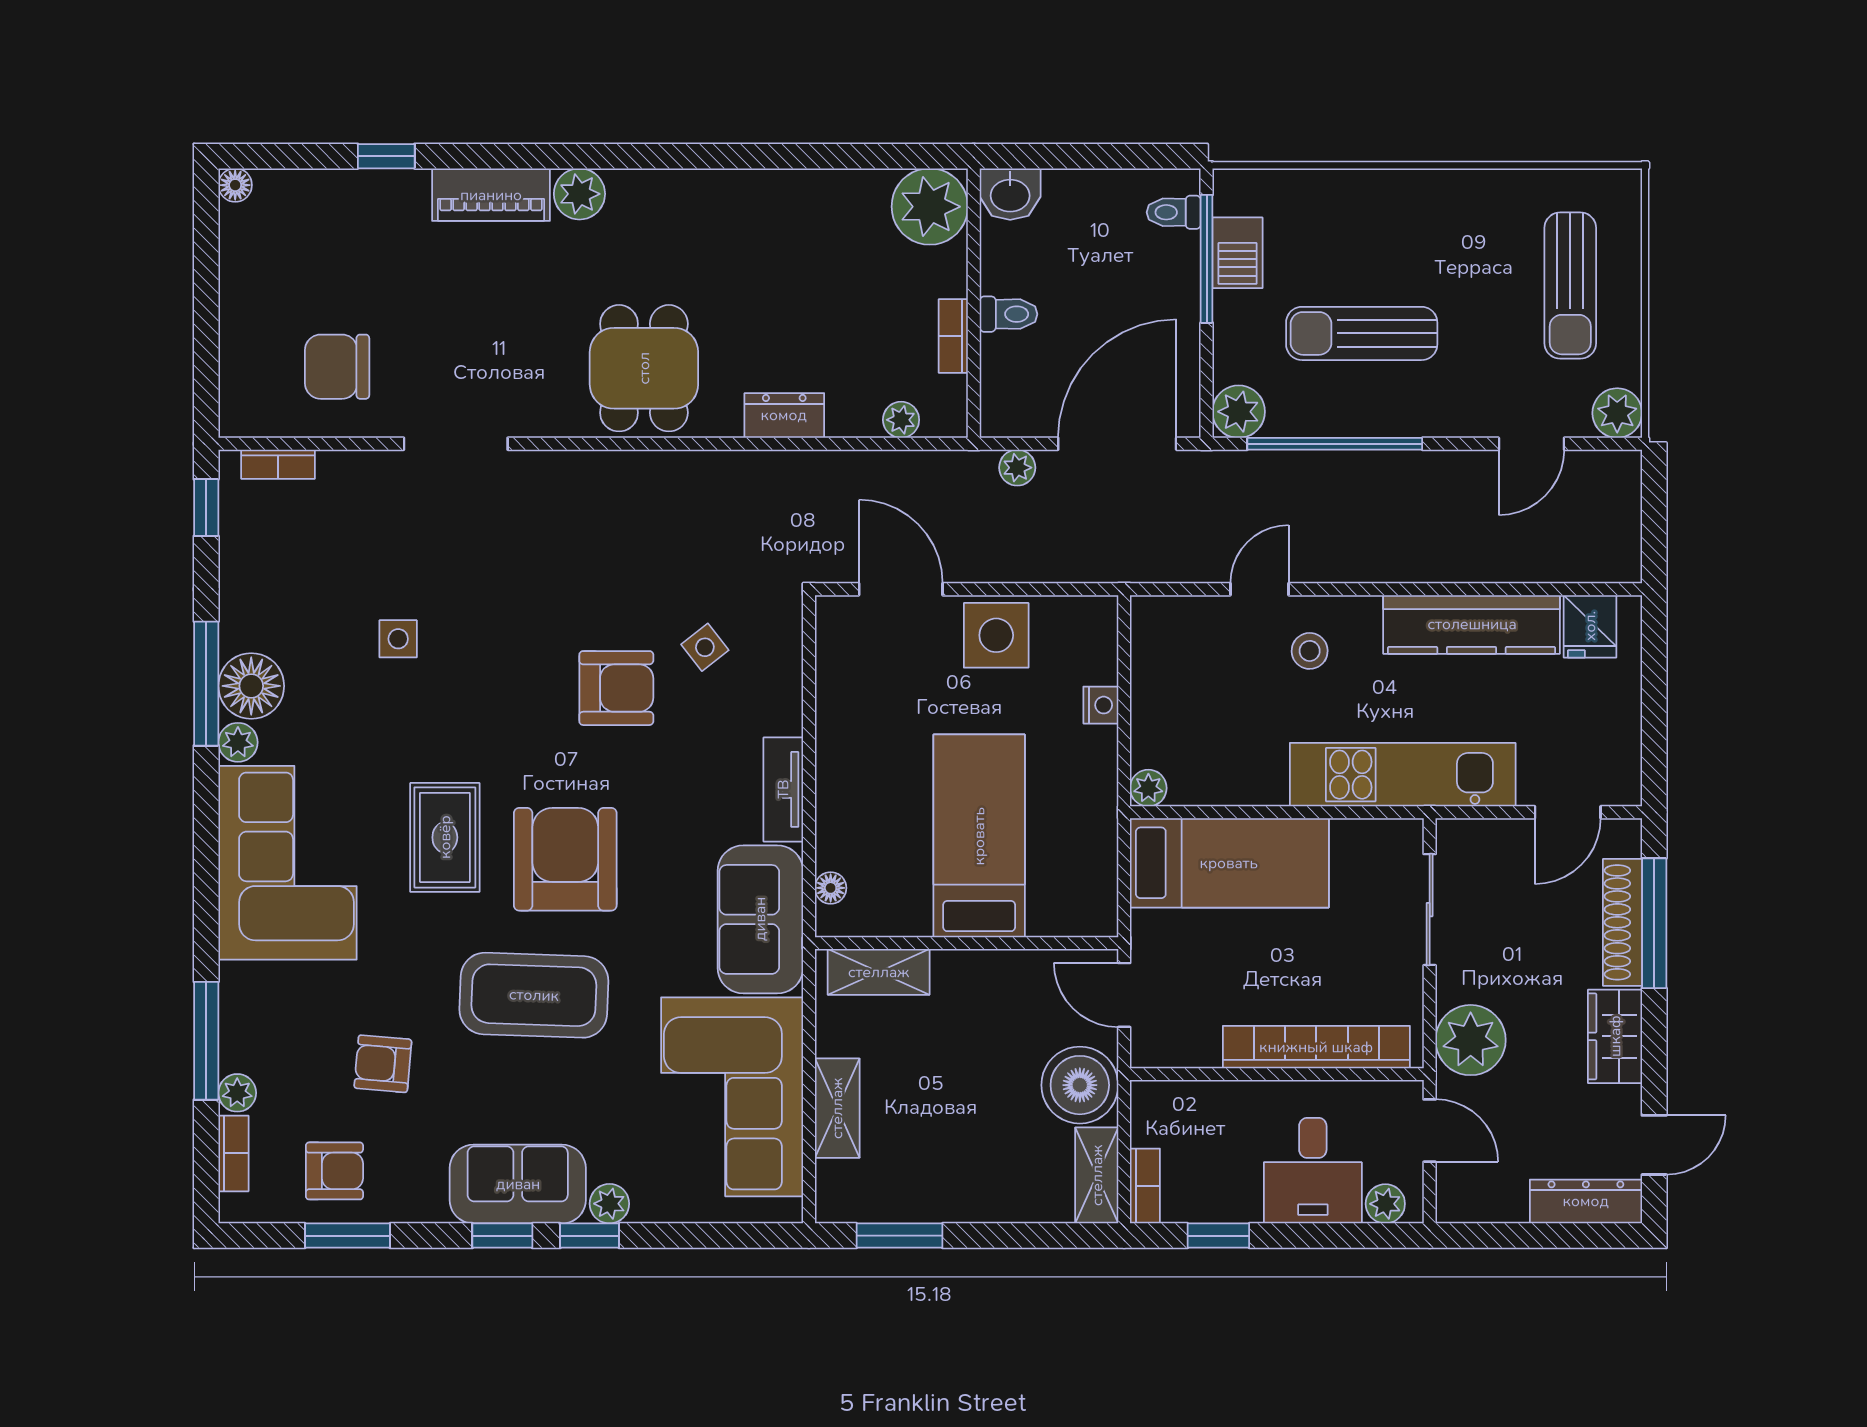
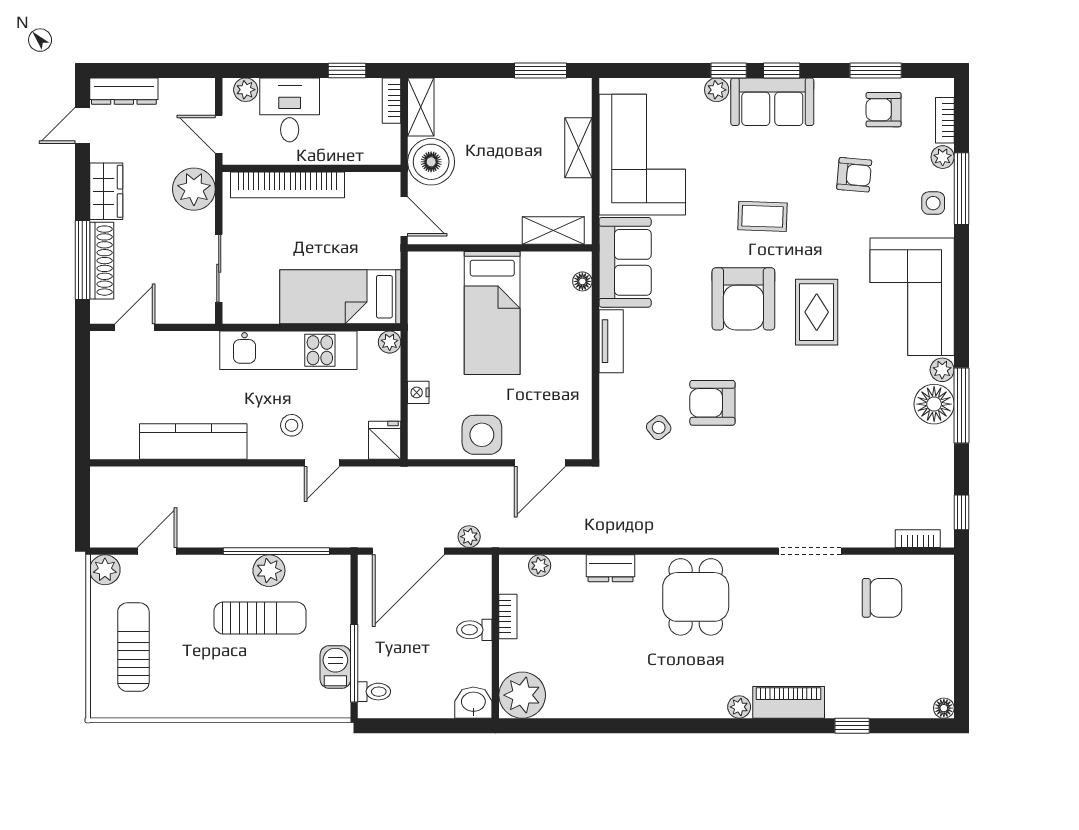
plant: (579, 194) -> (739, 707), width x0.73, depth x0.73
plant: (1239, 412) -> (269, 571), moved
door: (901, 589) -> (540, 463), hinge flipped
fridge: (1590, 626) -> (385, 440), moved
side table: (398, 639) -> (933, 203), moved
kitchen unit: (1403, 775) -> (288, 350), moved
coffee table: (534, 995) -> (763, 216), width x0.54, depth x0.58

